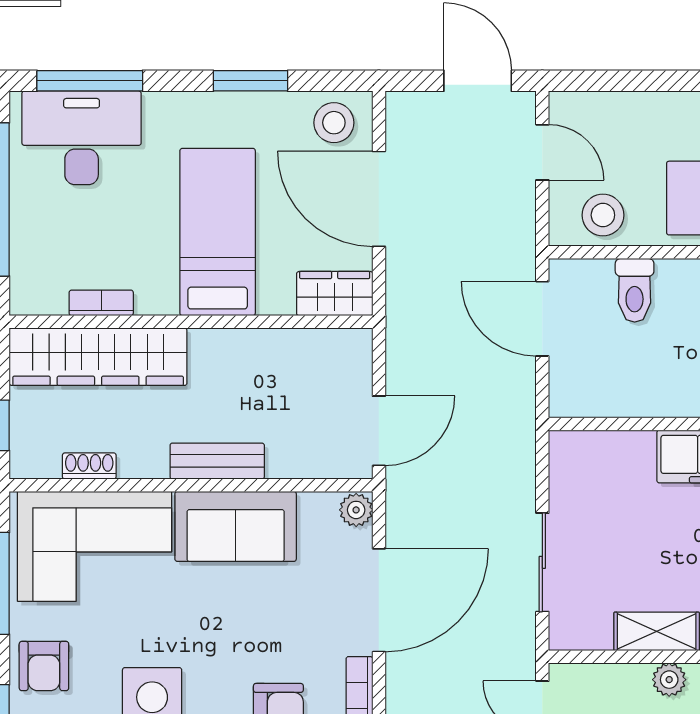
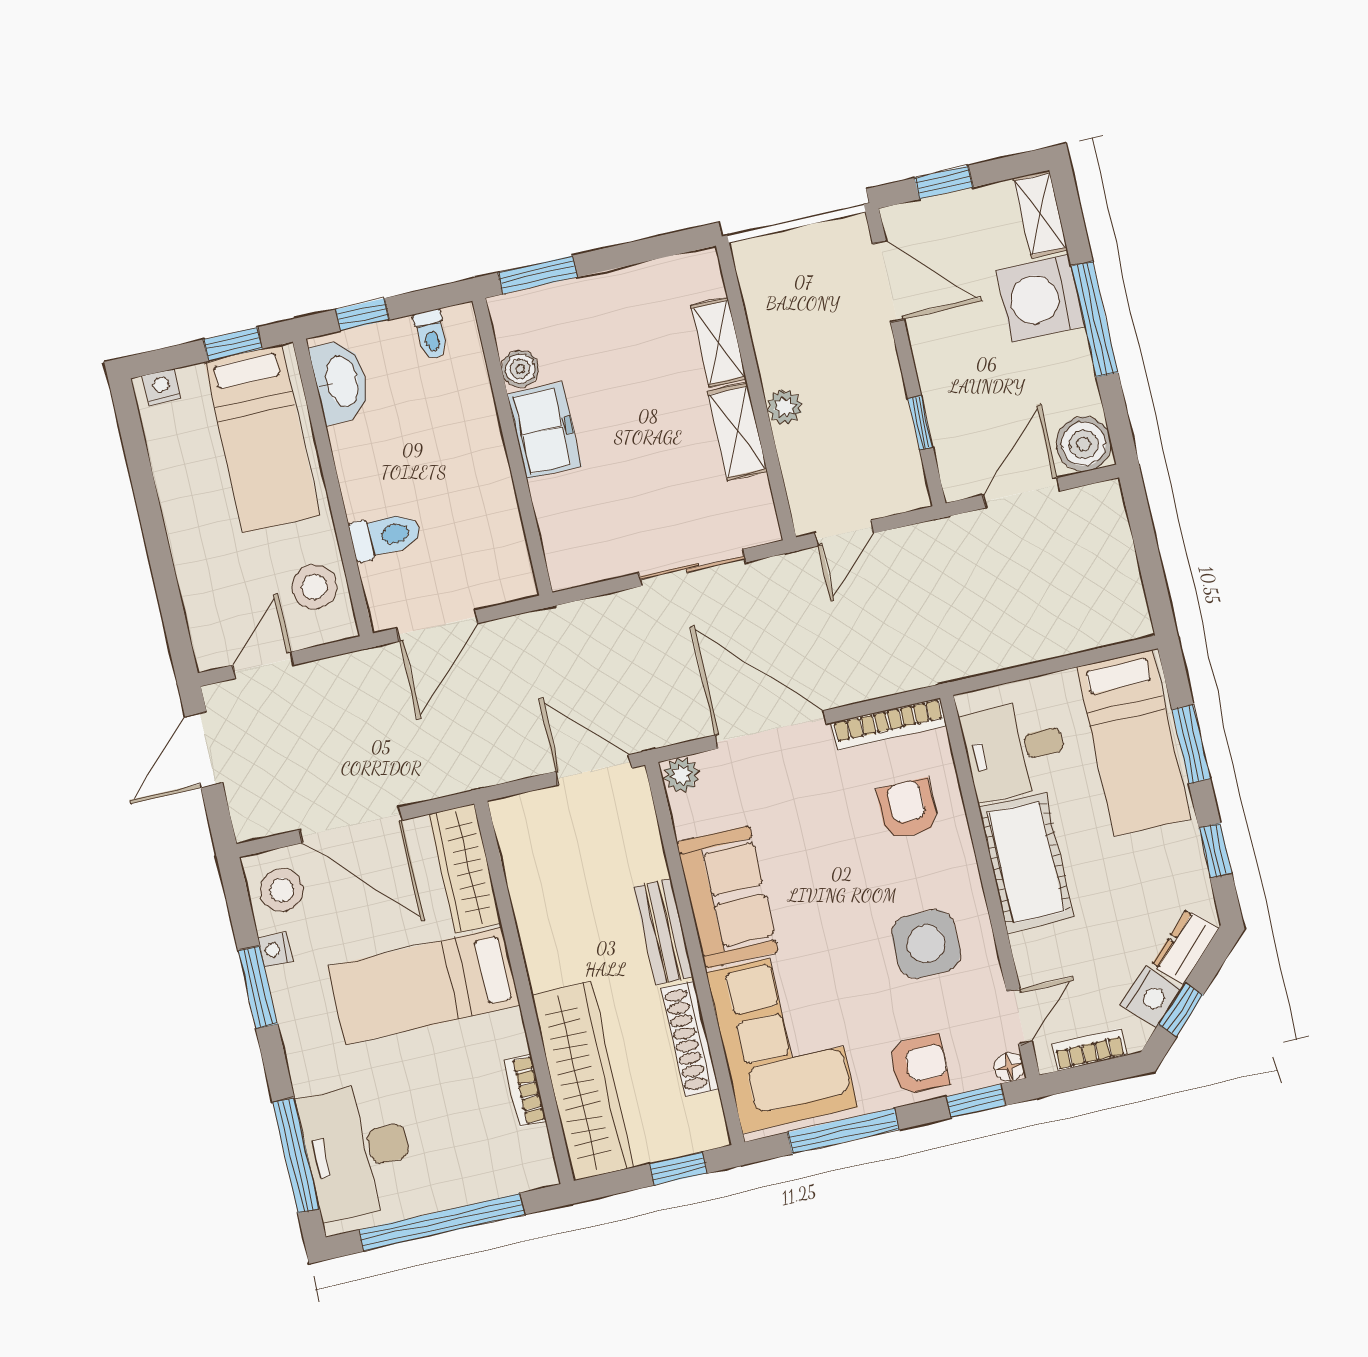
nightstand: (281, 104) -> (275, 950), added
door: (379, 199) -> (351, 825), hinge flipped
wardrobe: (335, 294) -> (465, 869), width x1.50
shoe rack: (89, 466) -> (690, 1039), width x1.94, depth x1.24

